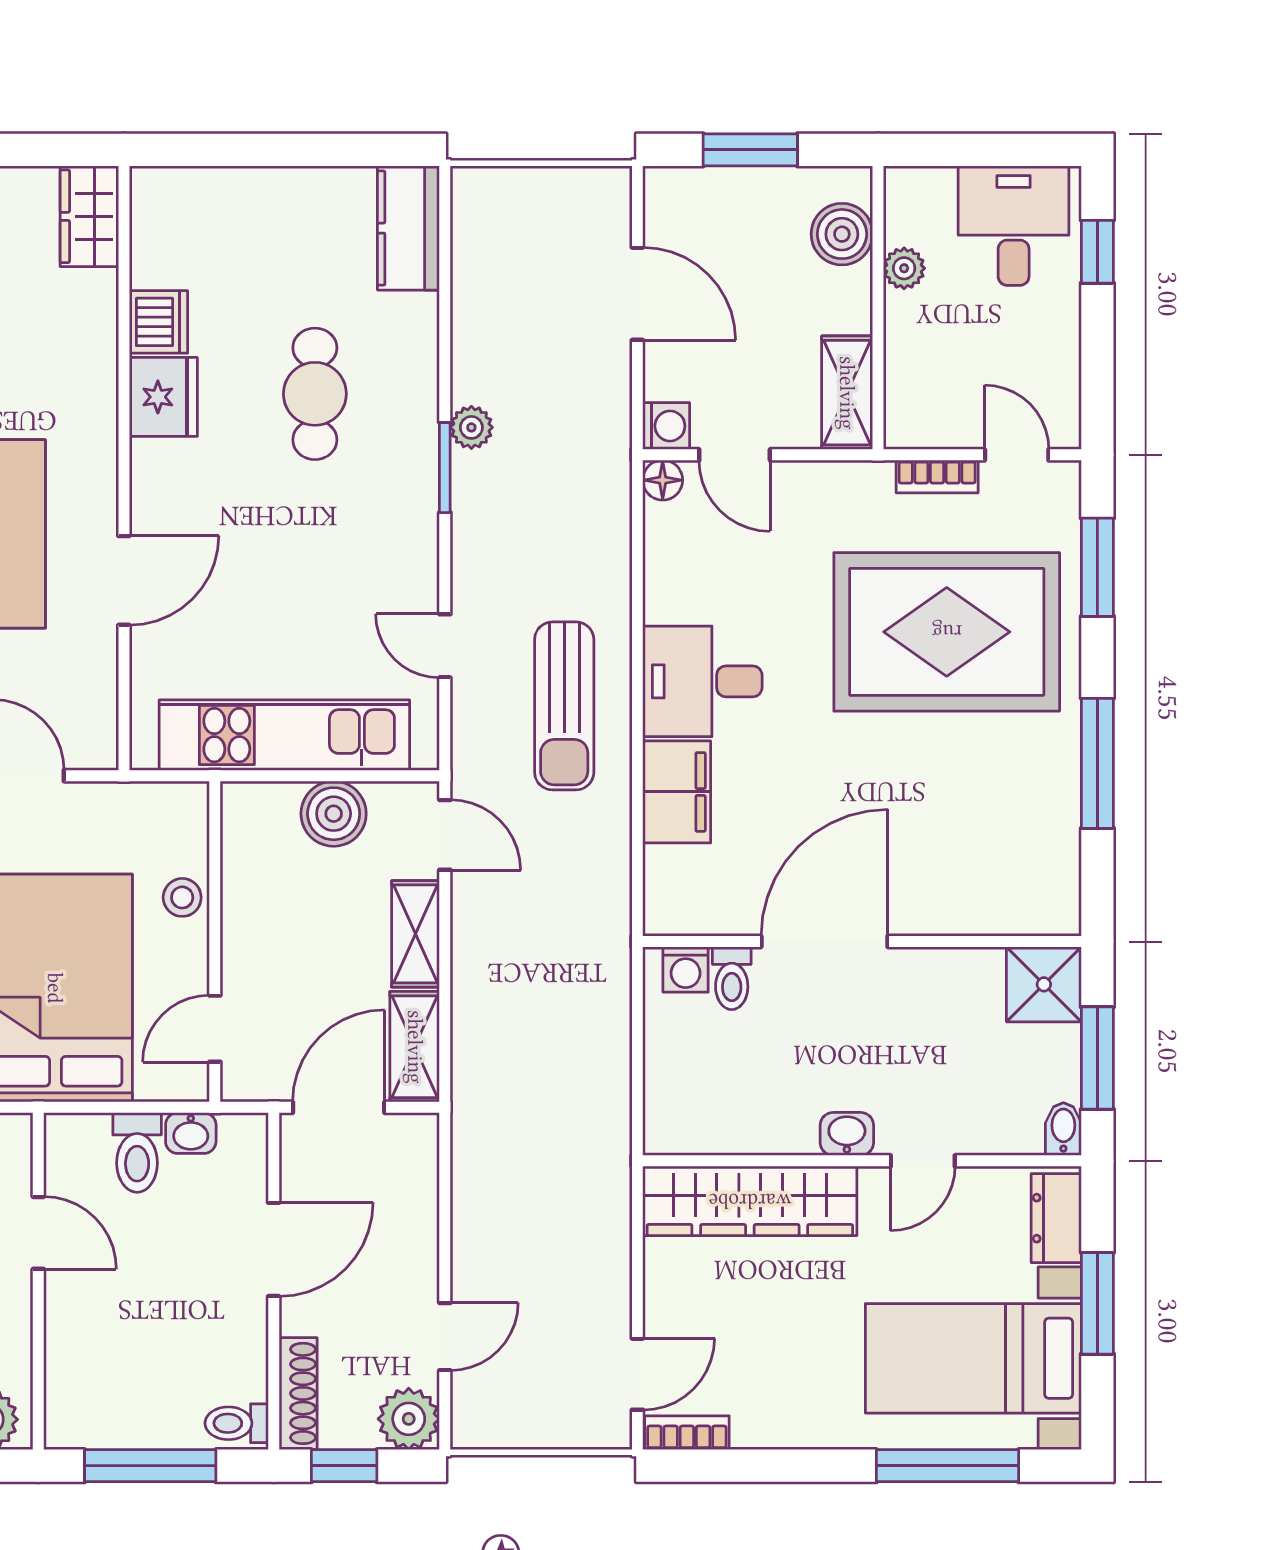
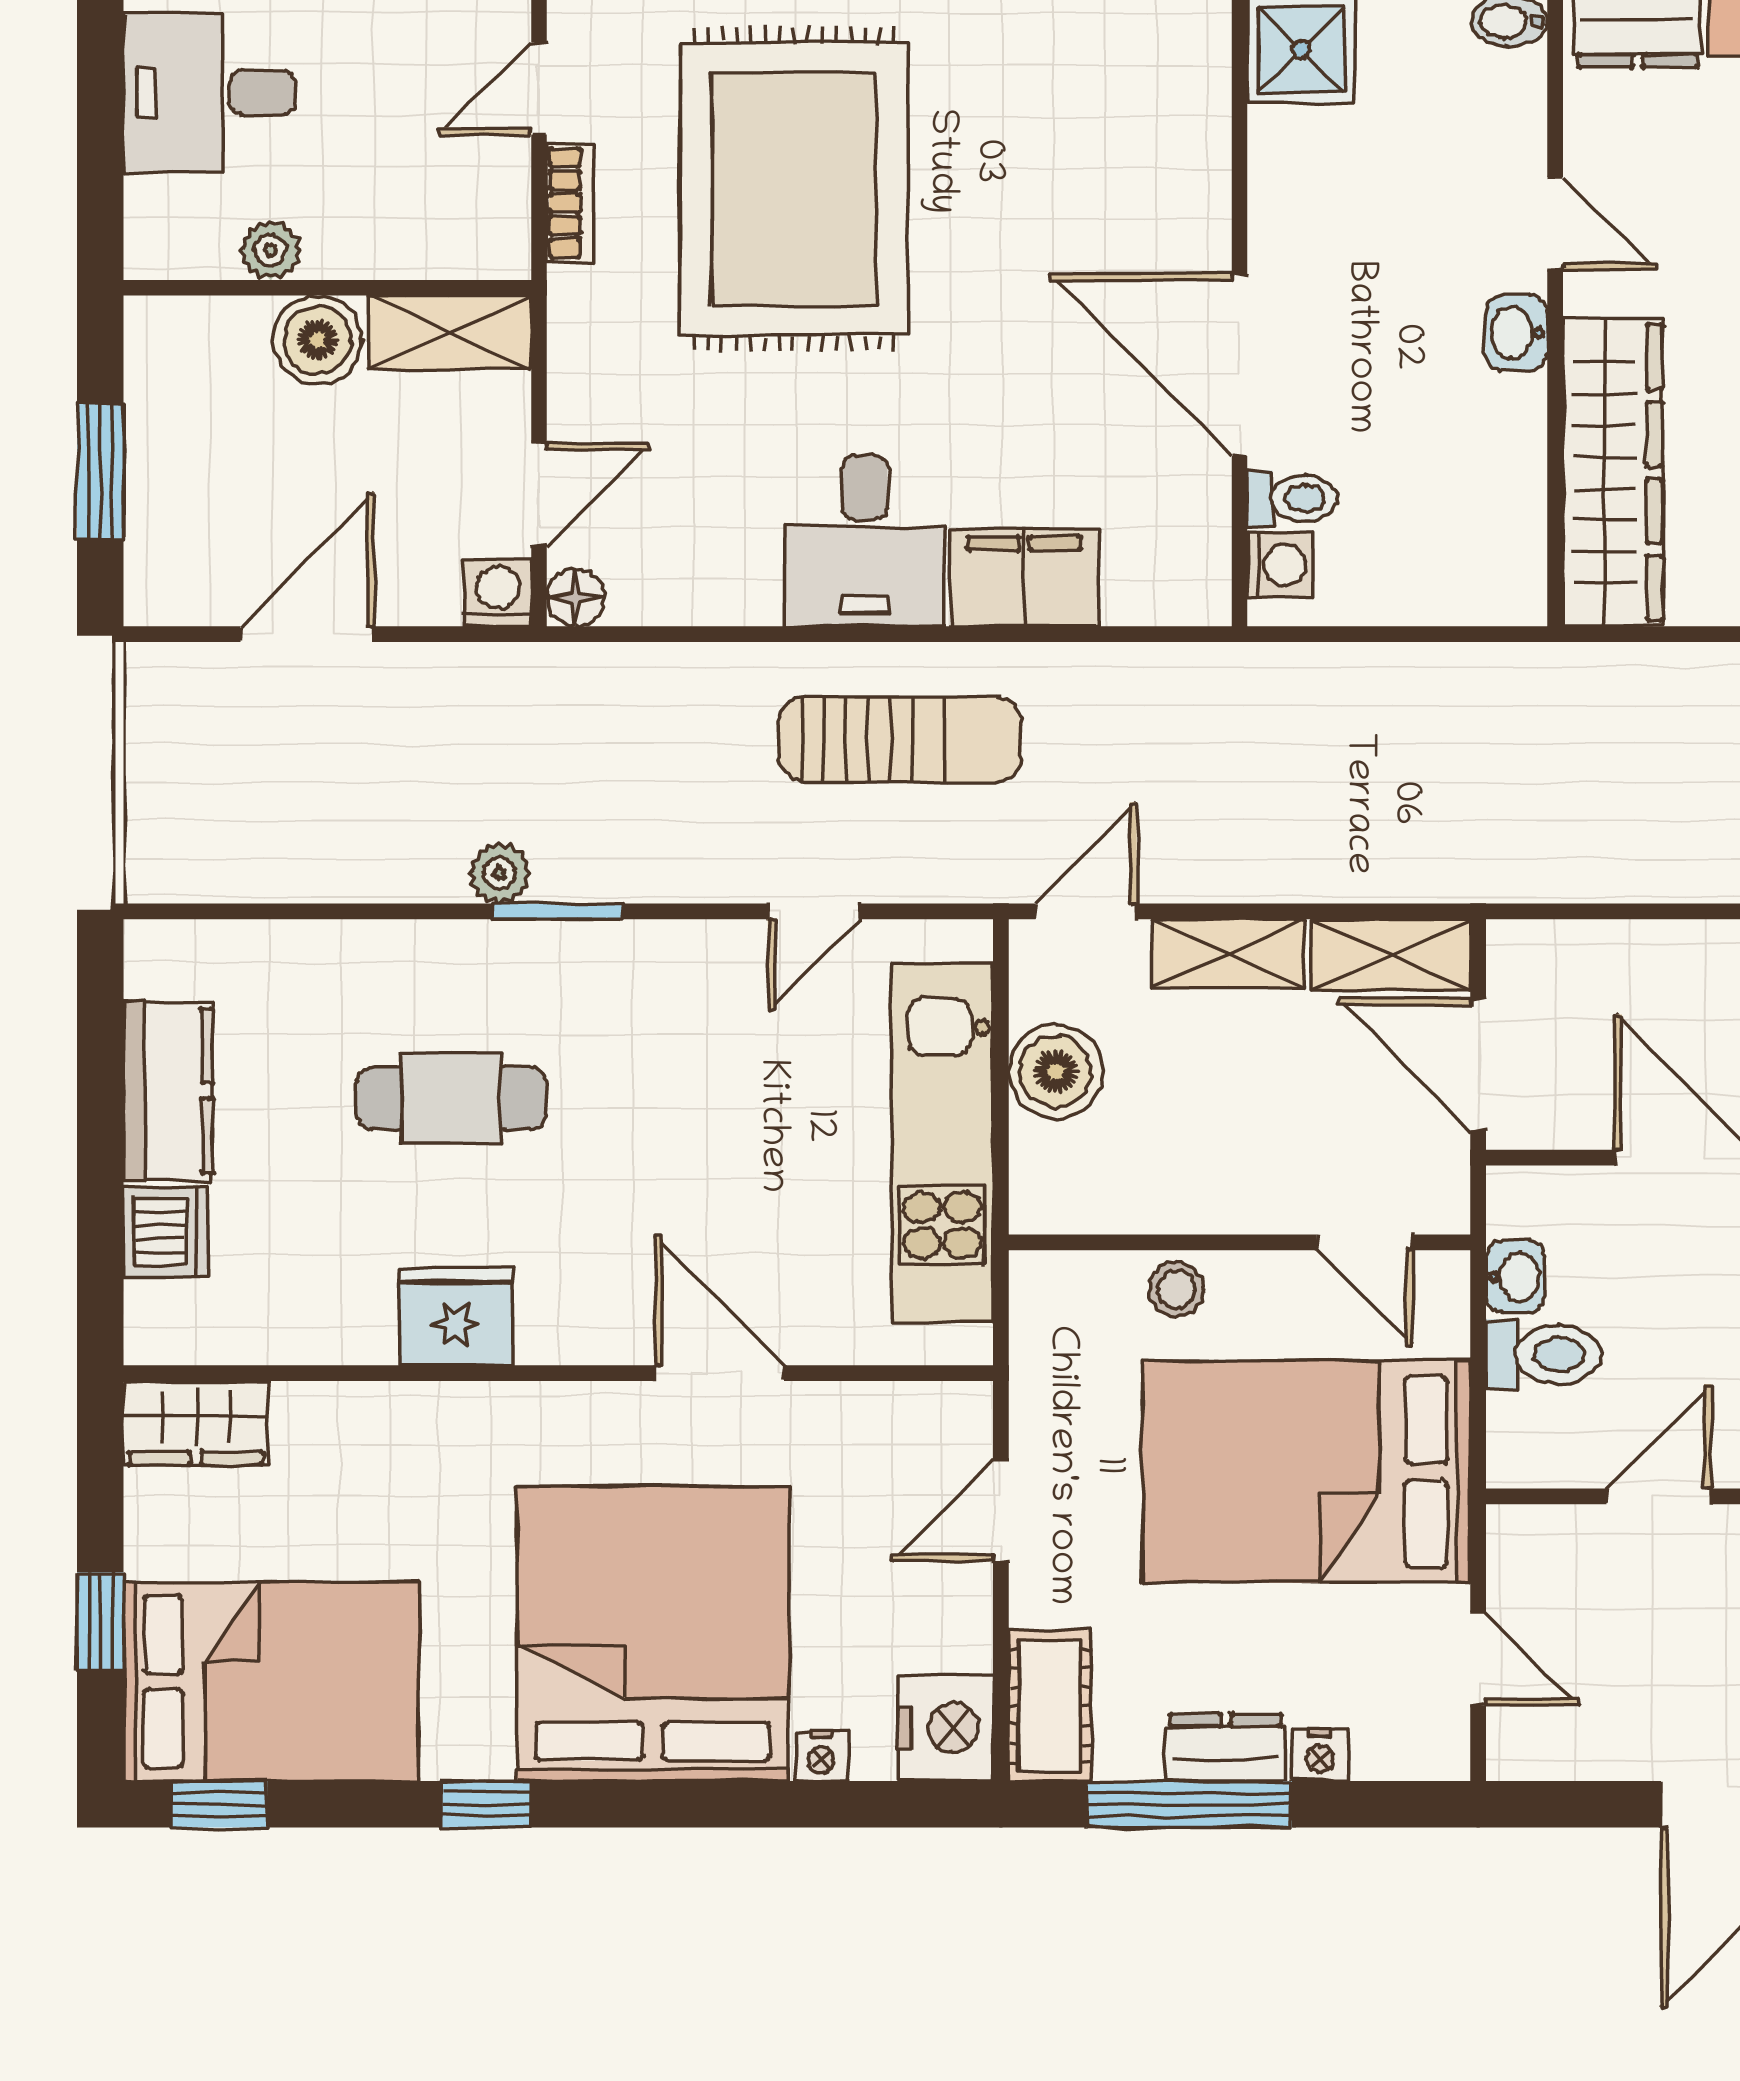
kitchen counter: (408, 228) -> (168, 1091), moved, turned -90
boiler: (842, 234) -> (317, 340), moved
dishwasher: (159, 322) -> (165, 1232), moved, turned 90

